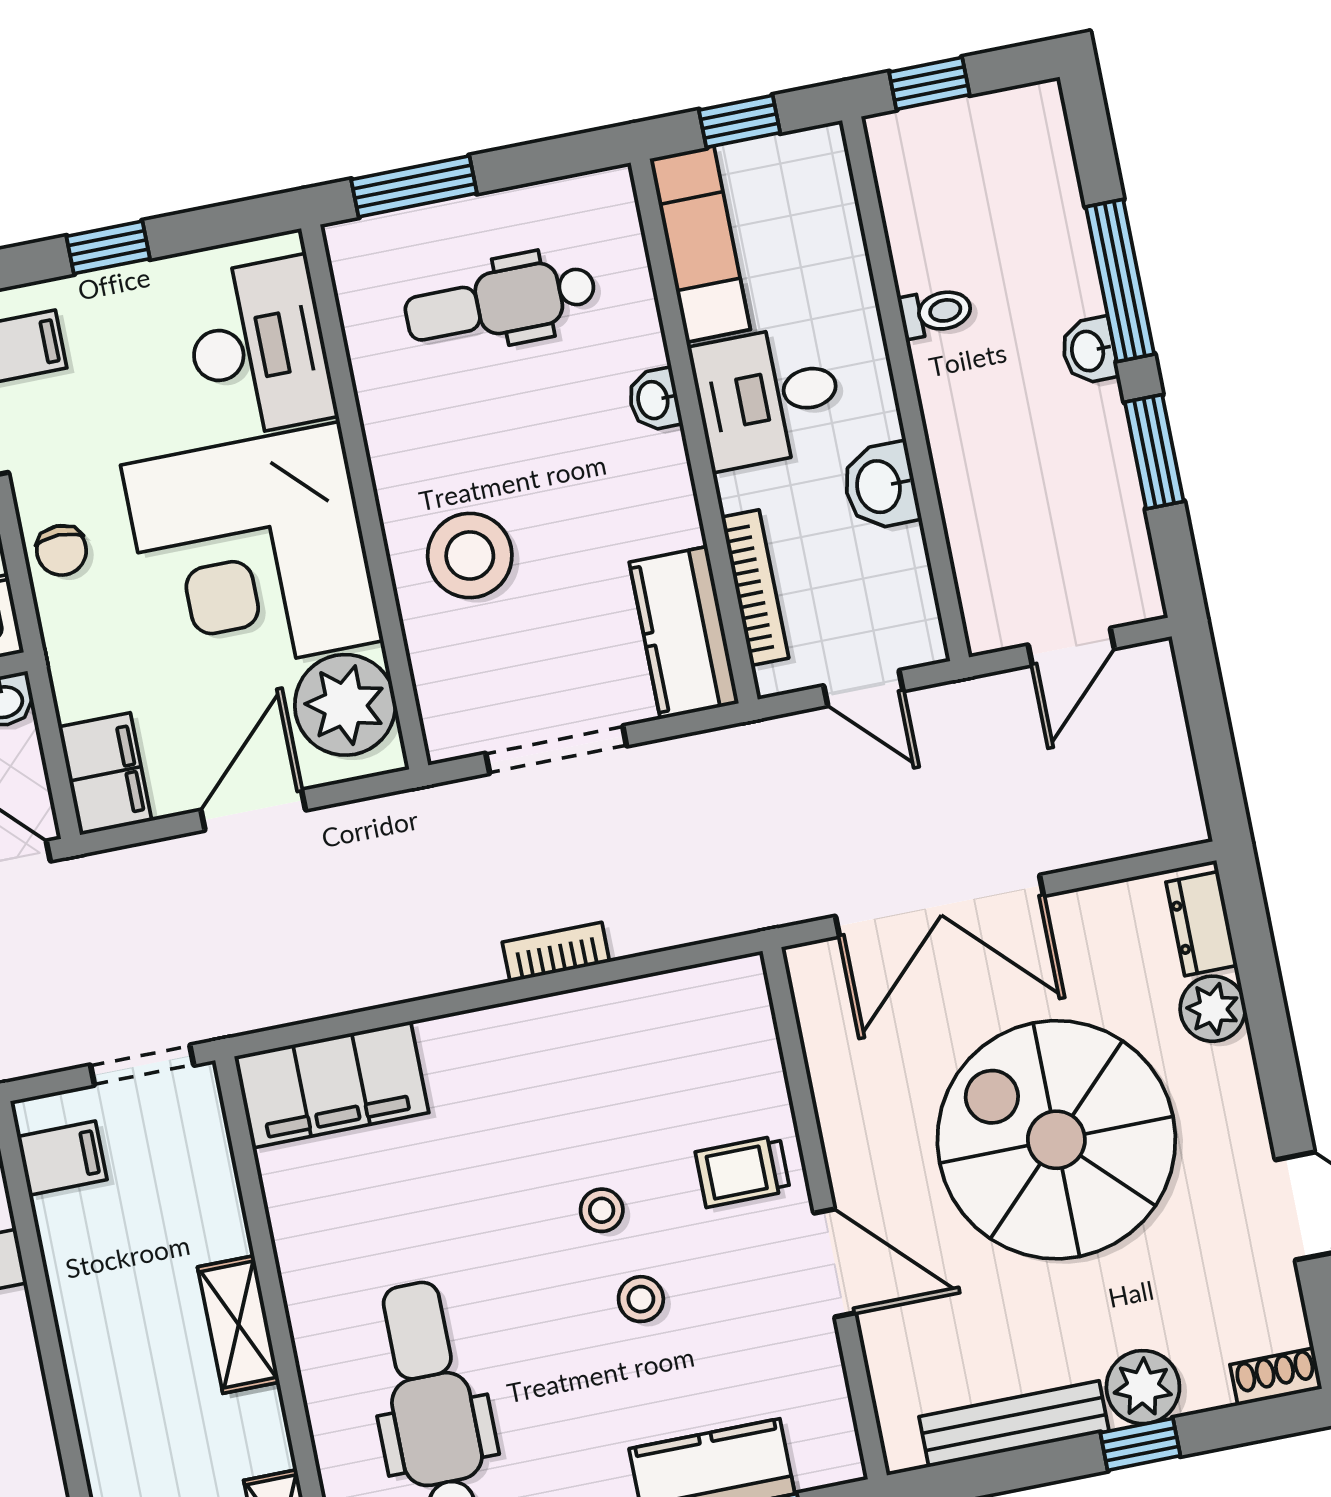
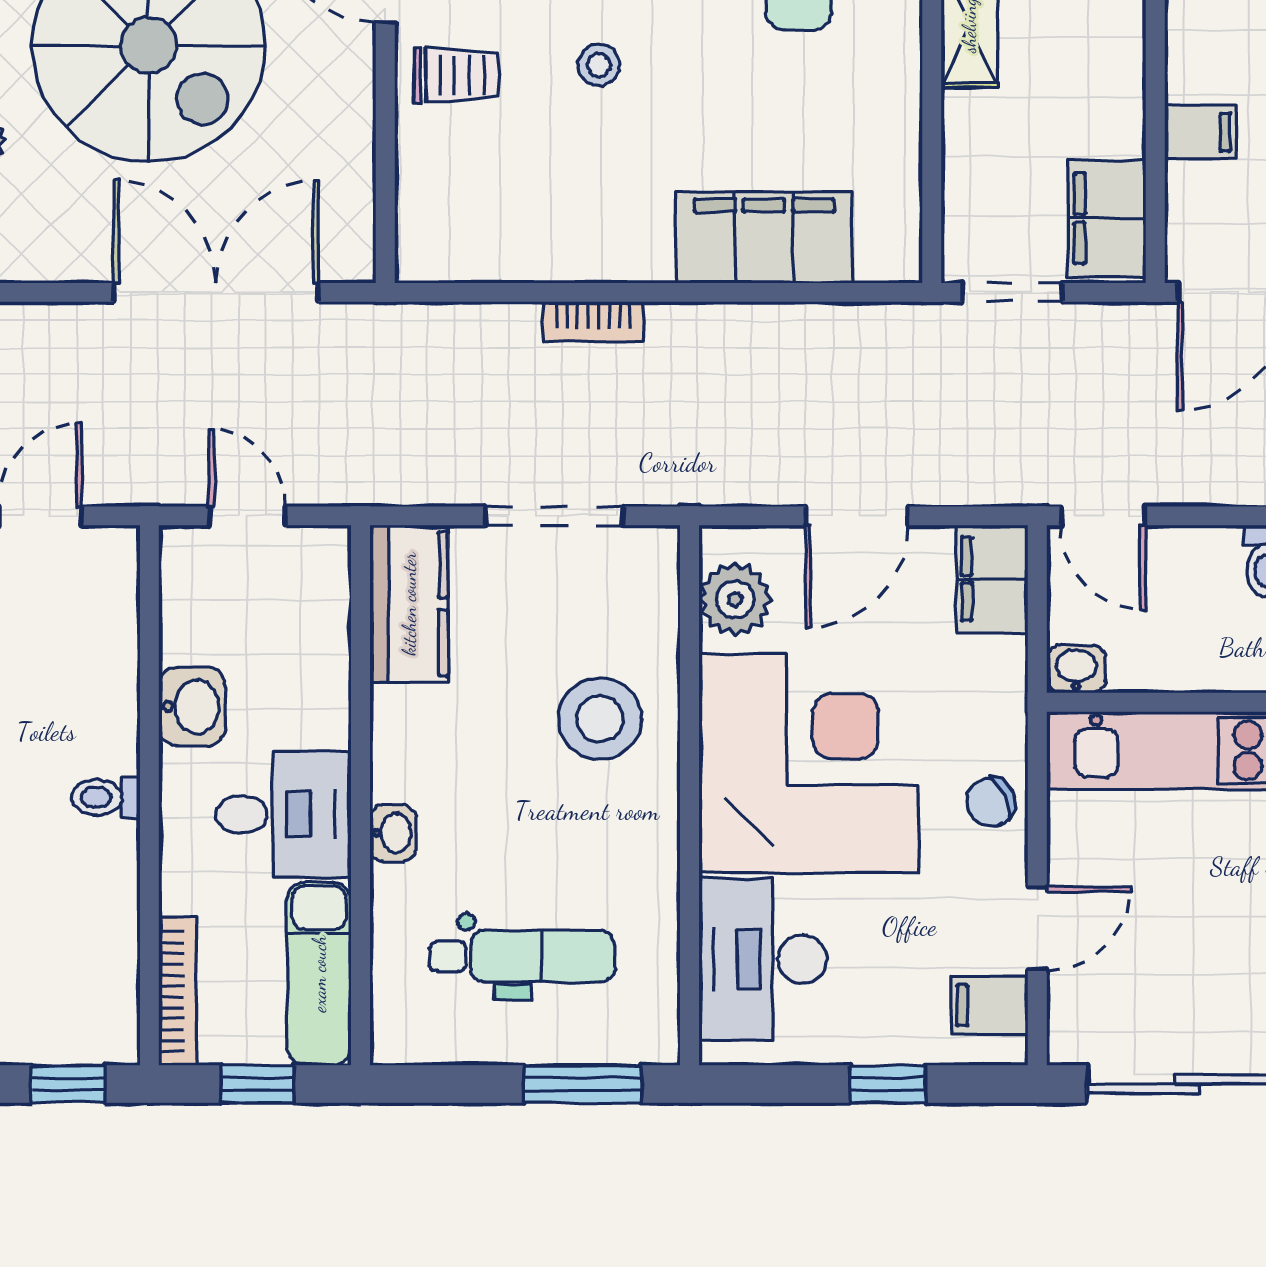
toilet: (936, 312) -> (106, 797), moved
chair: (61, 550) -> (991, 802), turned -114
bookcase: (755, 588) -> (178, 991), moved, turned 180
plant: (345, 705) -> (735, 599), width x0.73, depth x0.73
filing cabinet: (331, 1085) -> (764, 237), moved
filing cabinet: (62, 1158) -> (1107, 218), width x2.00

